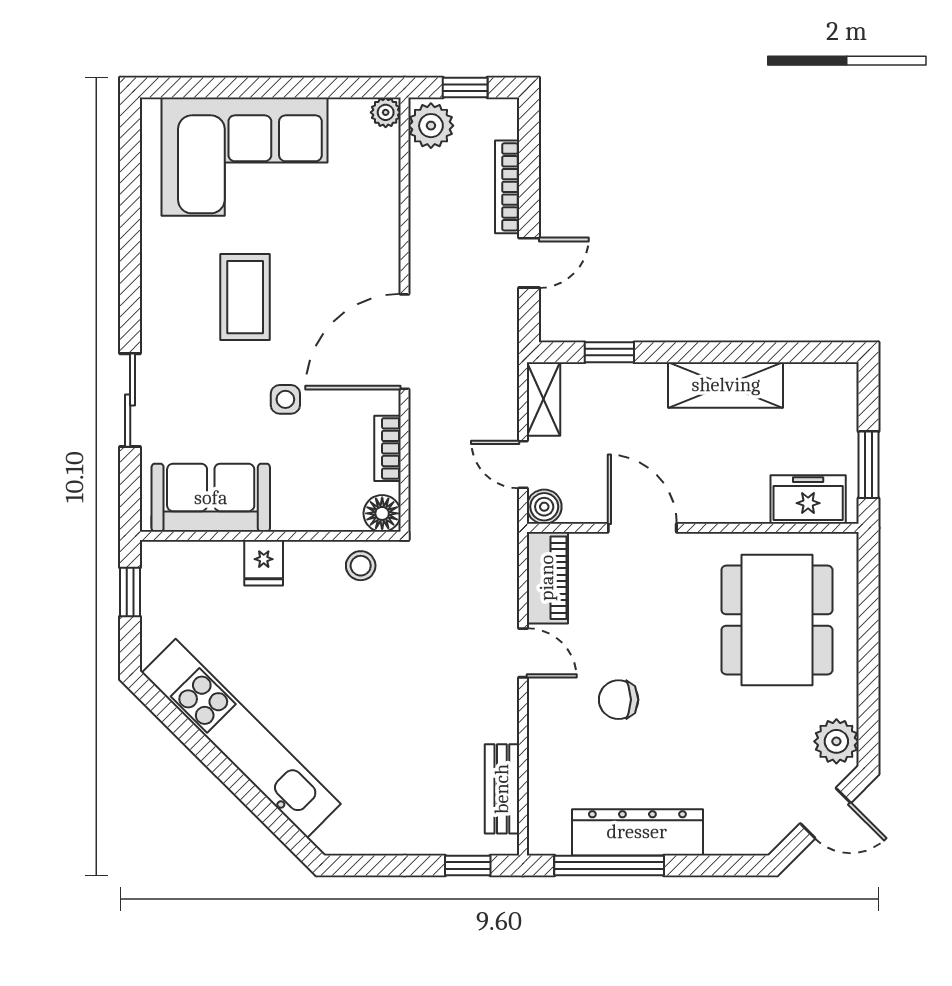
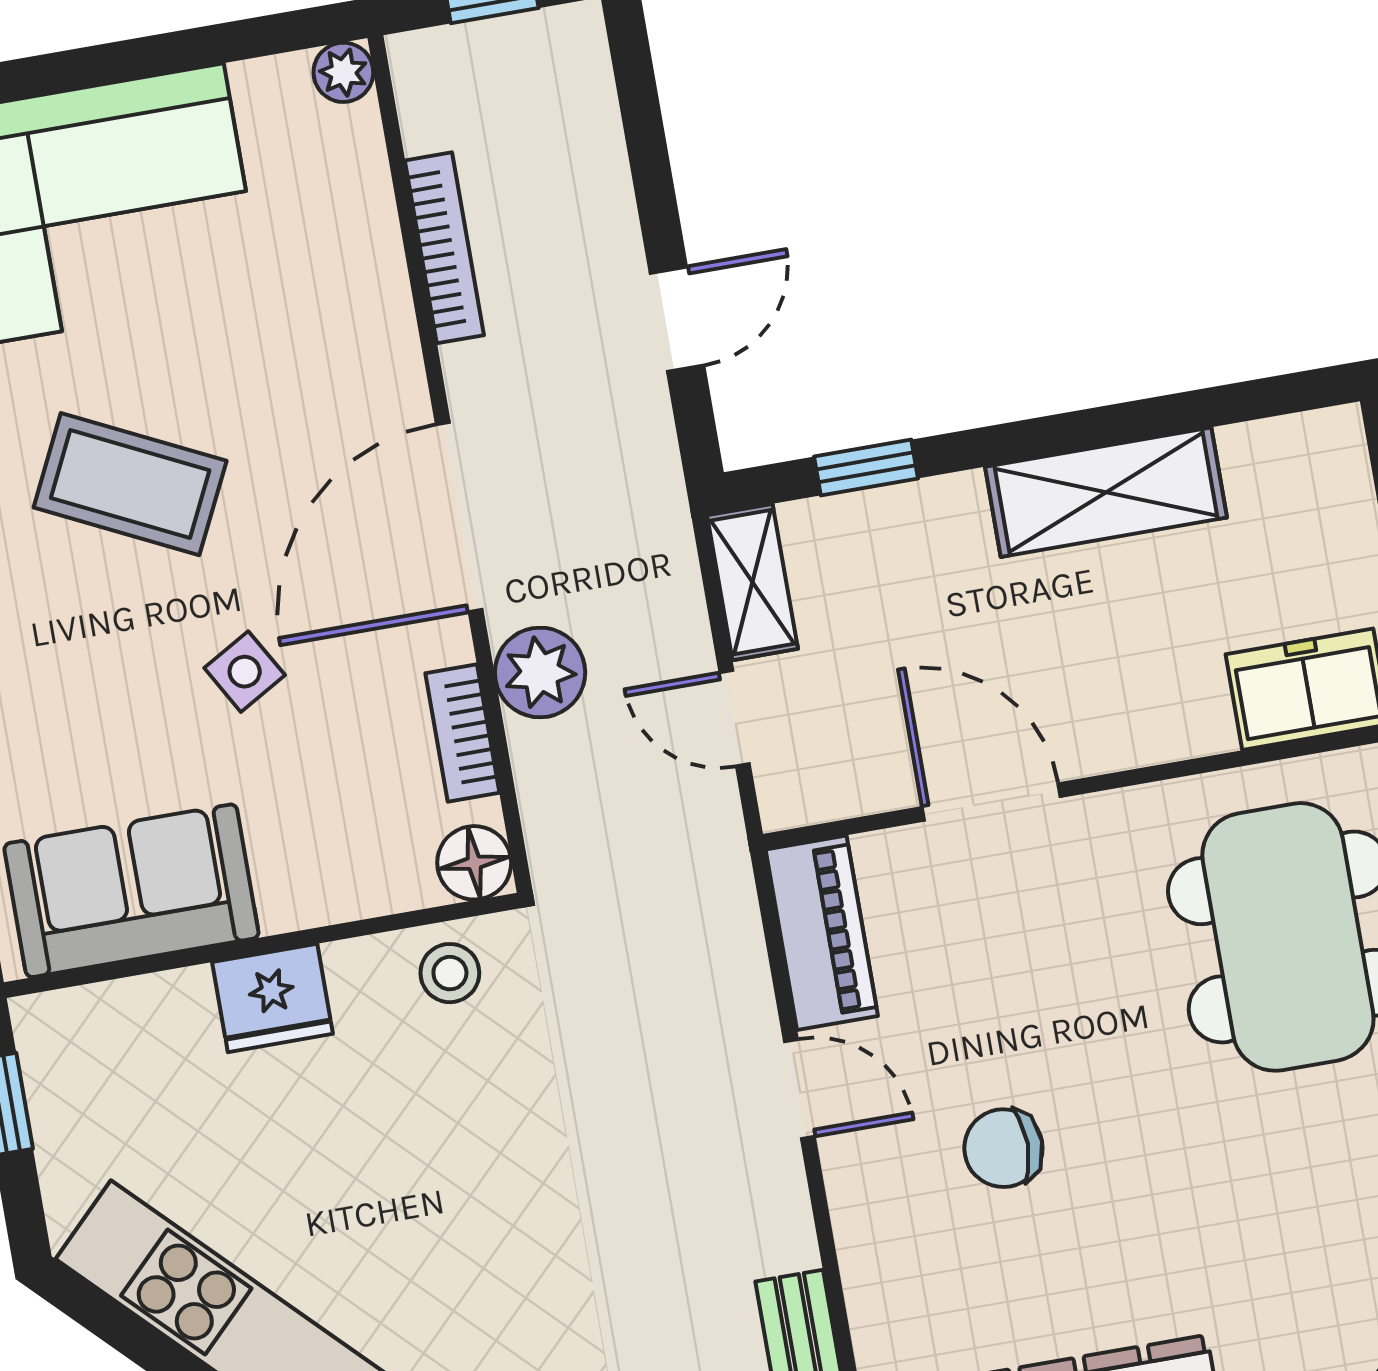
plant: (431, 126) -> (540, 672), moved
bookcase: (507, 187) -> (444, 248), moved, turned 180
coffee table: (245, 297) -> (130, 484), turned -64
side table: (285, 399) -> (245, 672), turned -30
boiler: (544, 507) -> (791, 794), removed
fridge: (264, 563) -> (273, 998), width x1.38

